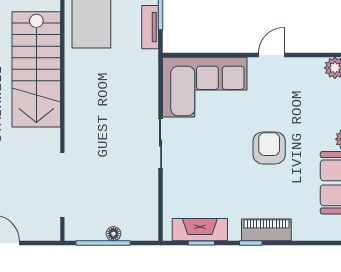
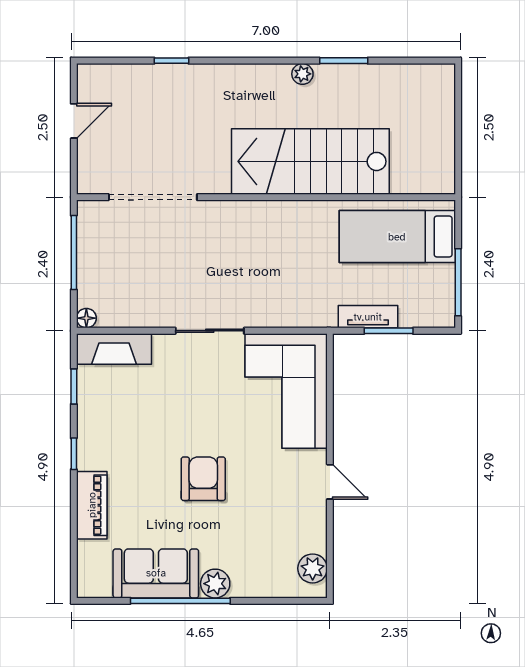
armchair: (269, 148) -> (203, 479), turned -90
fireplace: (200, 230) -> (114, 349), moved, turned 90
piano: (266, 230) -> (92, 505), moved
floor lamp: (113, 234) -> (86, 318), moved

